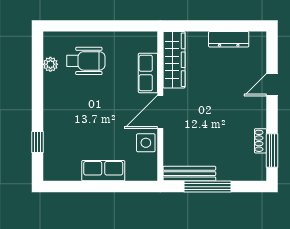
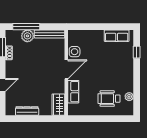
wardrobe: (174, 60) -> (58, 105), width x0.67
plant: (228, 170) -> (27, 36), added
row of seats: (103, 171) -> (117, 36), moved
window: (207, 187) -> (26, 27), moved

